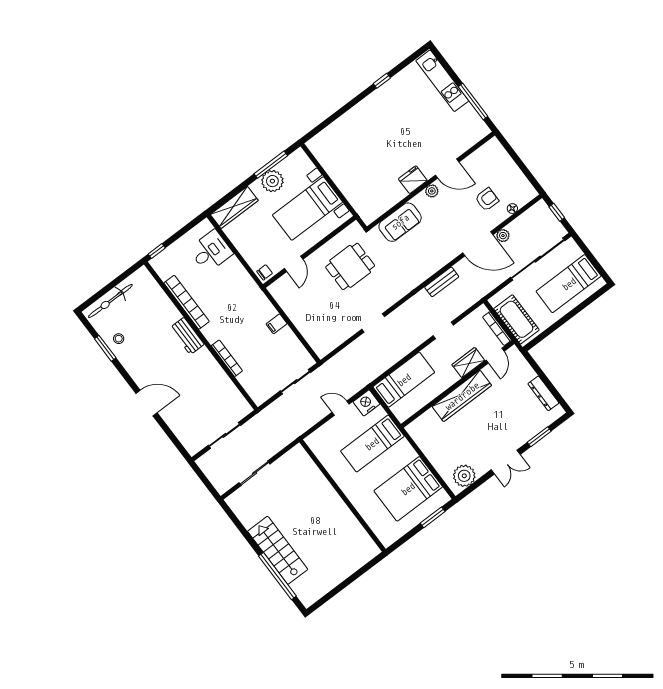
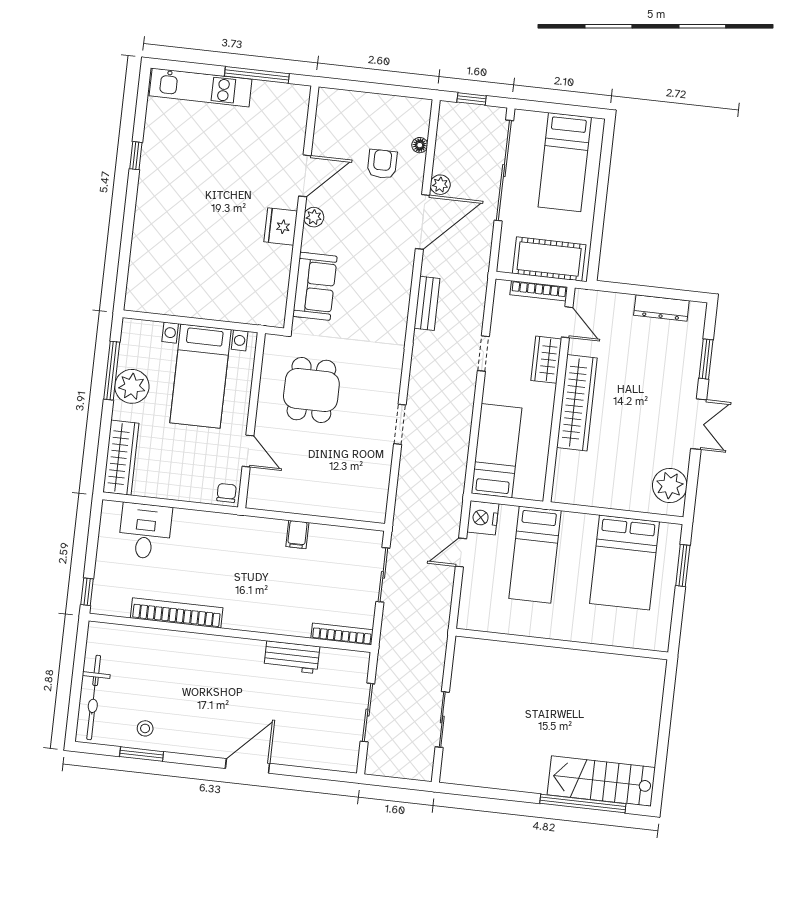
workbench: (187, 336) -> (292, 657), moved
bookcase: (227, 358) -> (342, 634), moved
stairs: (278, 550) -> (601, 781), moved

